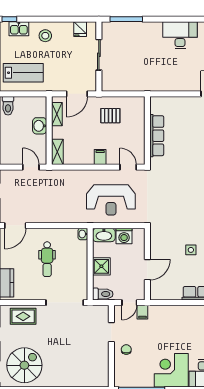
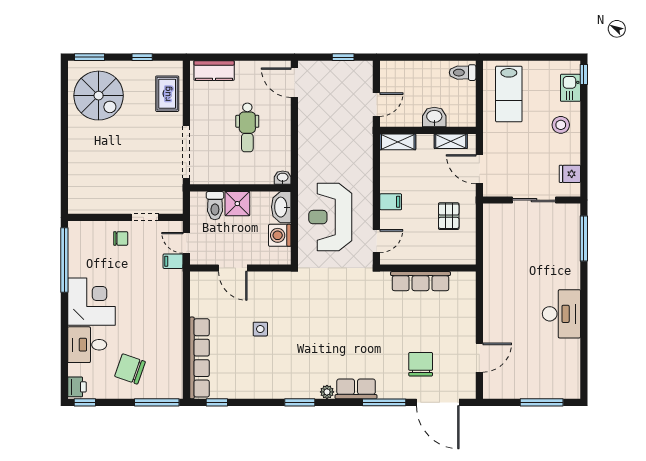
dental chair: (47, 259) -> (247, 127), turned -90
toilet: (103, 294) -> (215, 206), moved

